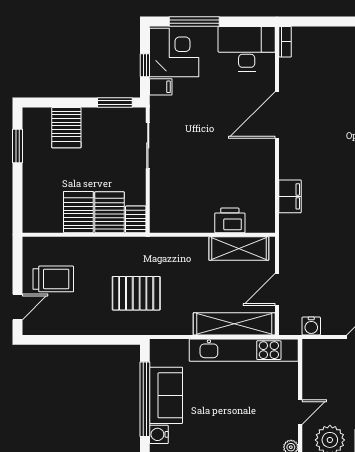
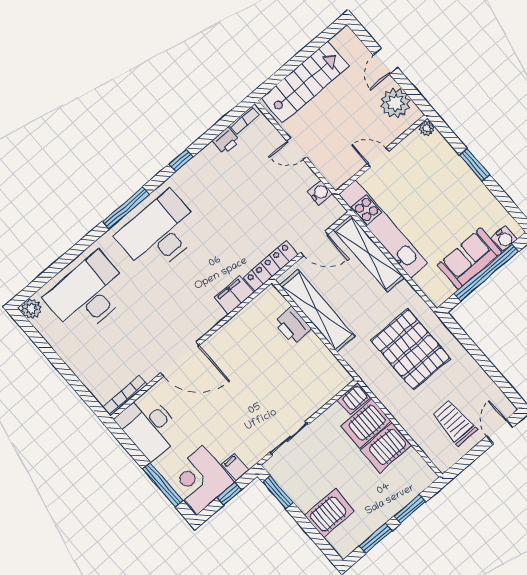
bookcase: (285, 42) -> (125, 396), width x1.56
window: (18, 190) -> (410, 509), added
locker: (288, 242) -> (271, 266), added
shelving: (239, 249) -> (317, 311), width x1.47
pallet: (136, 293) -> (411, 349), width x1.37, depth x1.41
door: (18, 307) -> (500, 432), hinge flipped
door: (300, 412) -> (378, 158), moved

